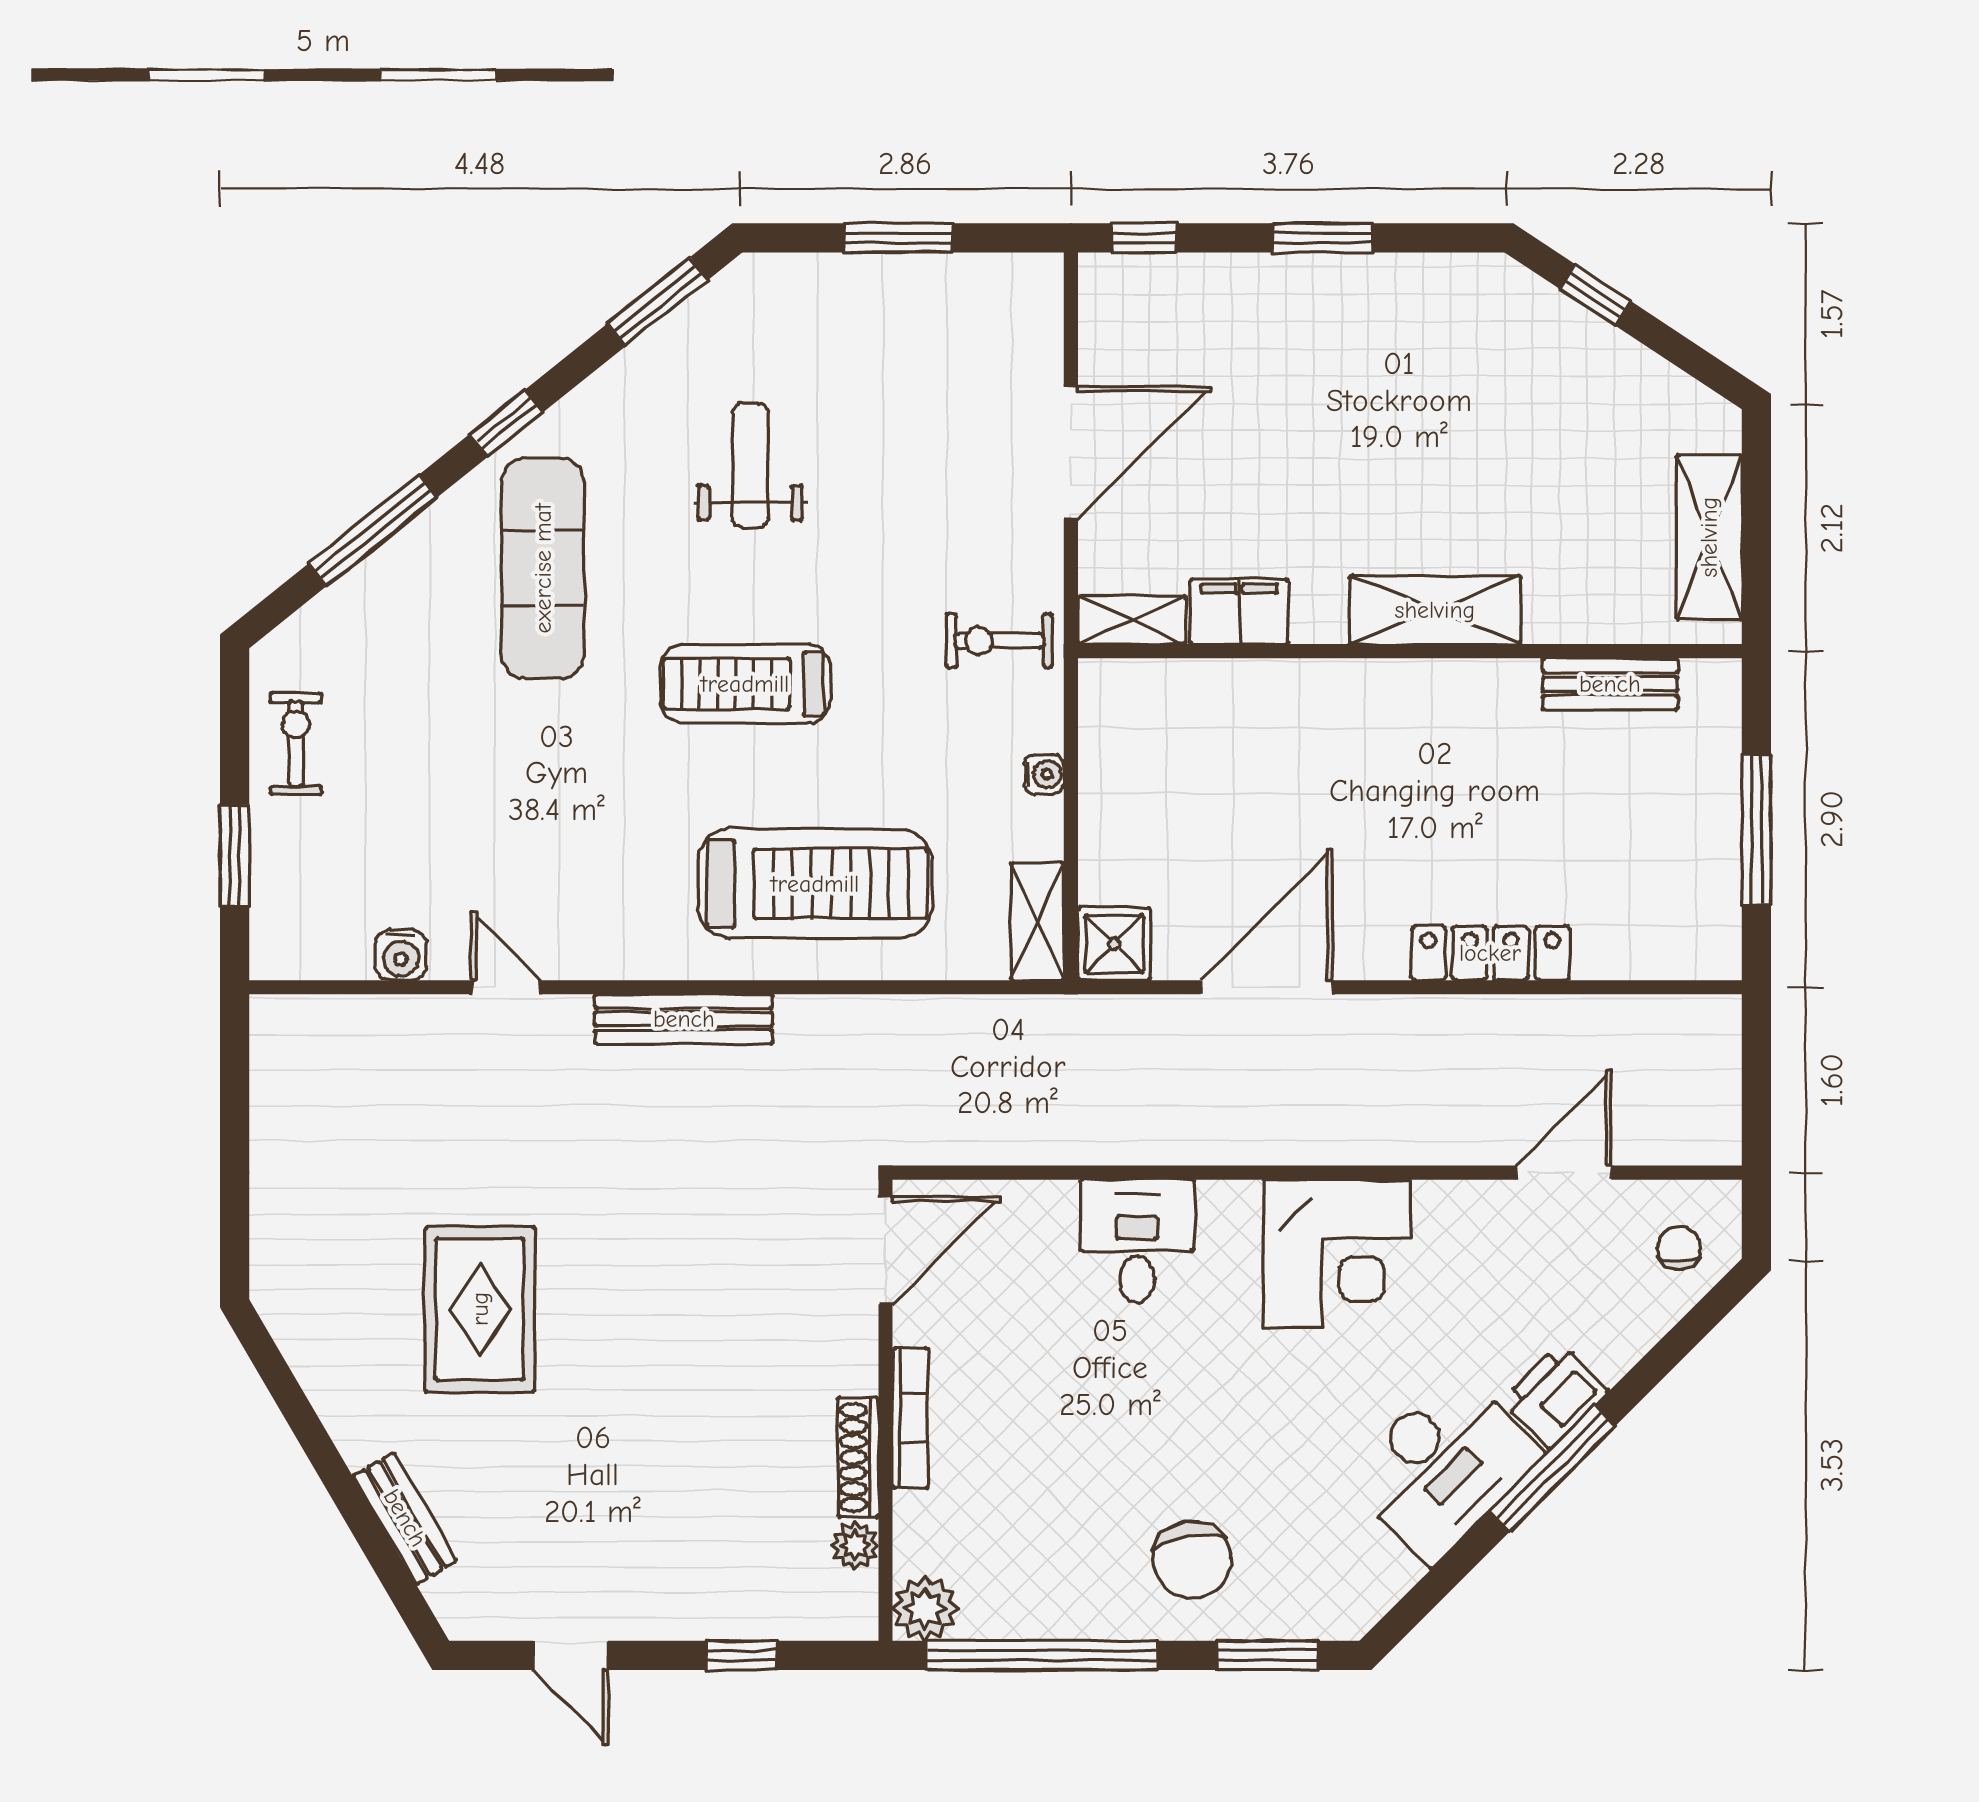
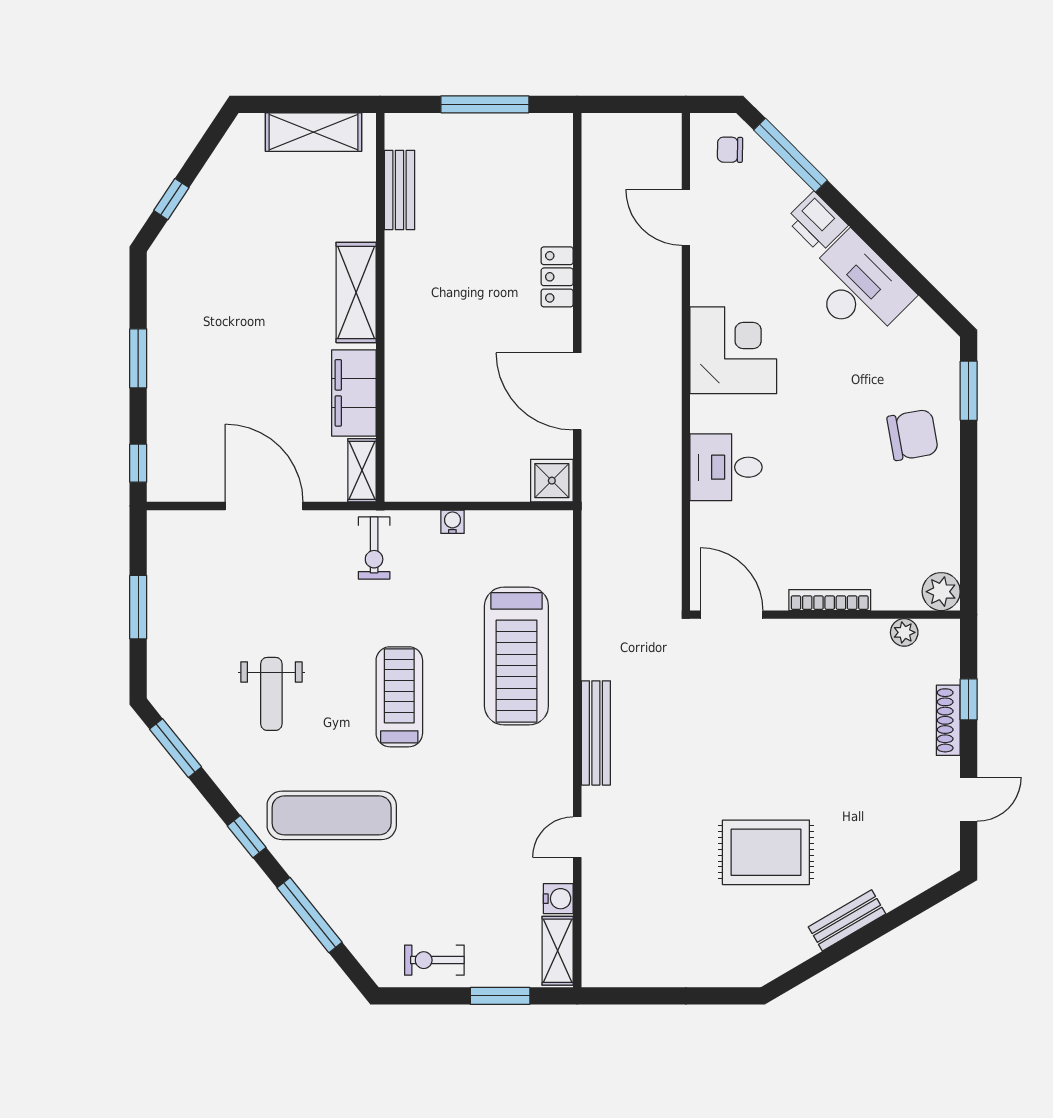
weight bench: (750, 465) -> (271, 694), turned -90
filing cabinet: (1239, 612) -> (354, 393), width x1.50, depth x1.17
treadmill: (745, 684) -> (399, 697), turned 180
treadmill: (815, 884) -> (516, 656), turned 180
shelving: (1037, 921) -> (558, 951), moved, turned 90
locker: (1490, 953) -> (557, 277), width x0.66
shoe rack: (858, 1457) -> (948, 720), moved, turned 90
window: (1552, 1468) -> (790, 155), moved
bench: (405, 1518) -> (847, 920), moved
window: (1042, 1655) -> (969, 523), removed

